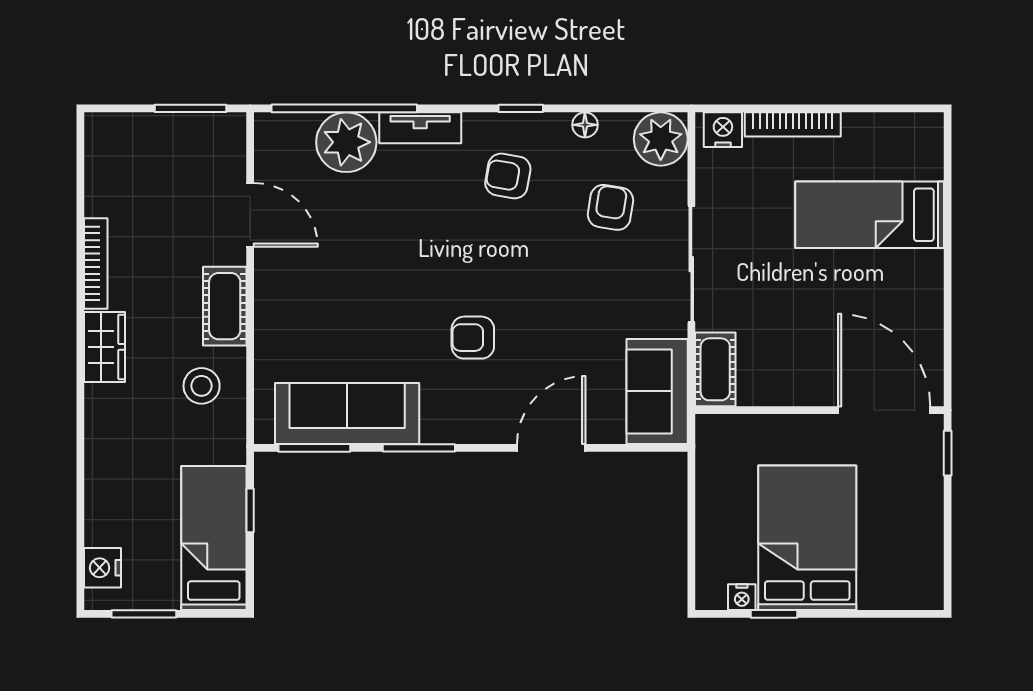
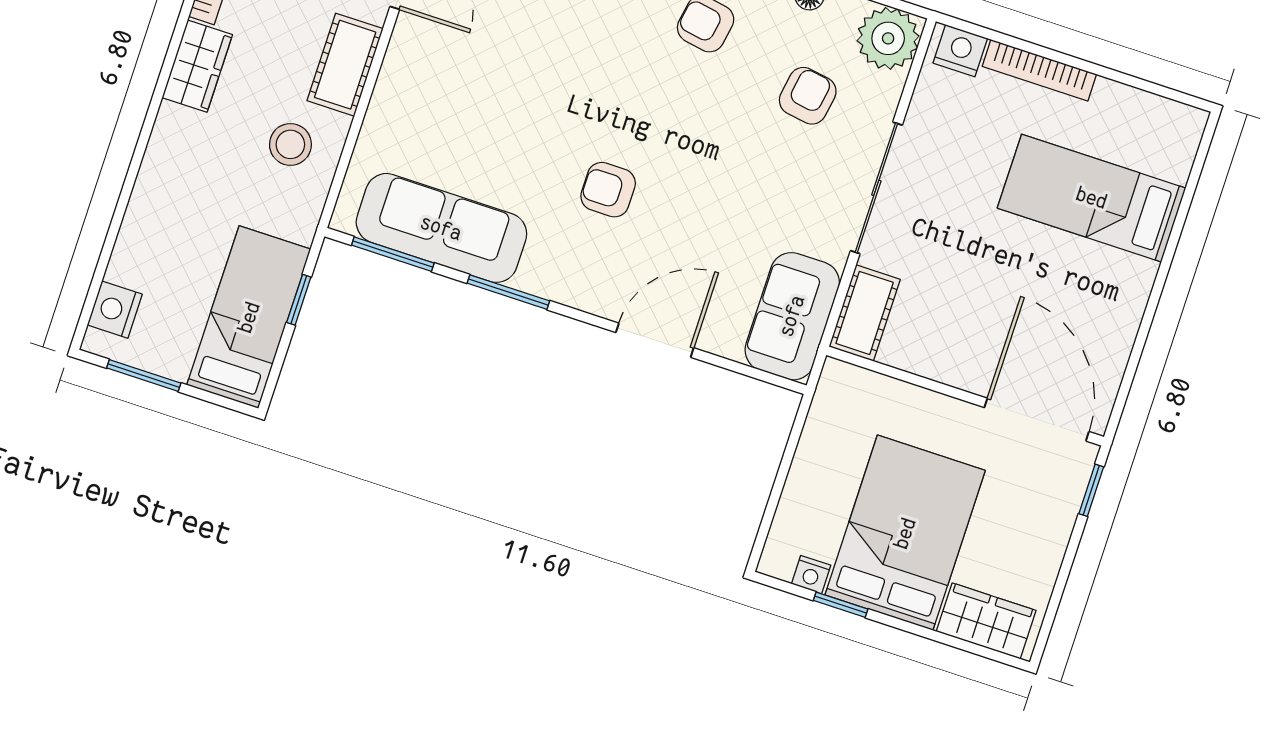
wardrobe: (897, 588) -> (986, 621), added

